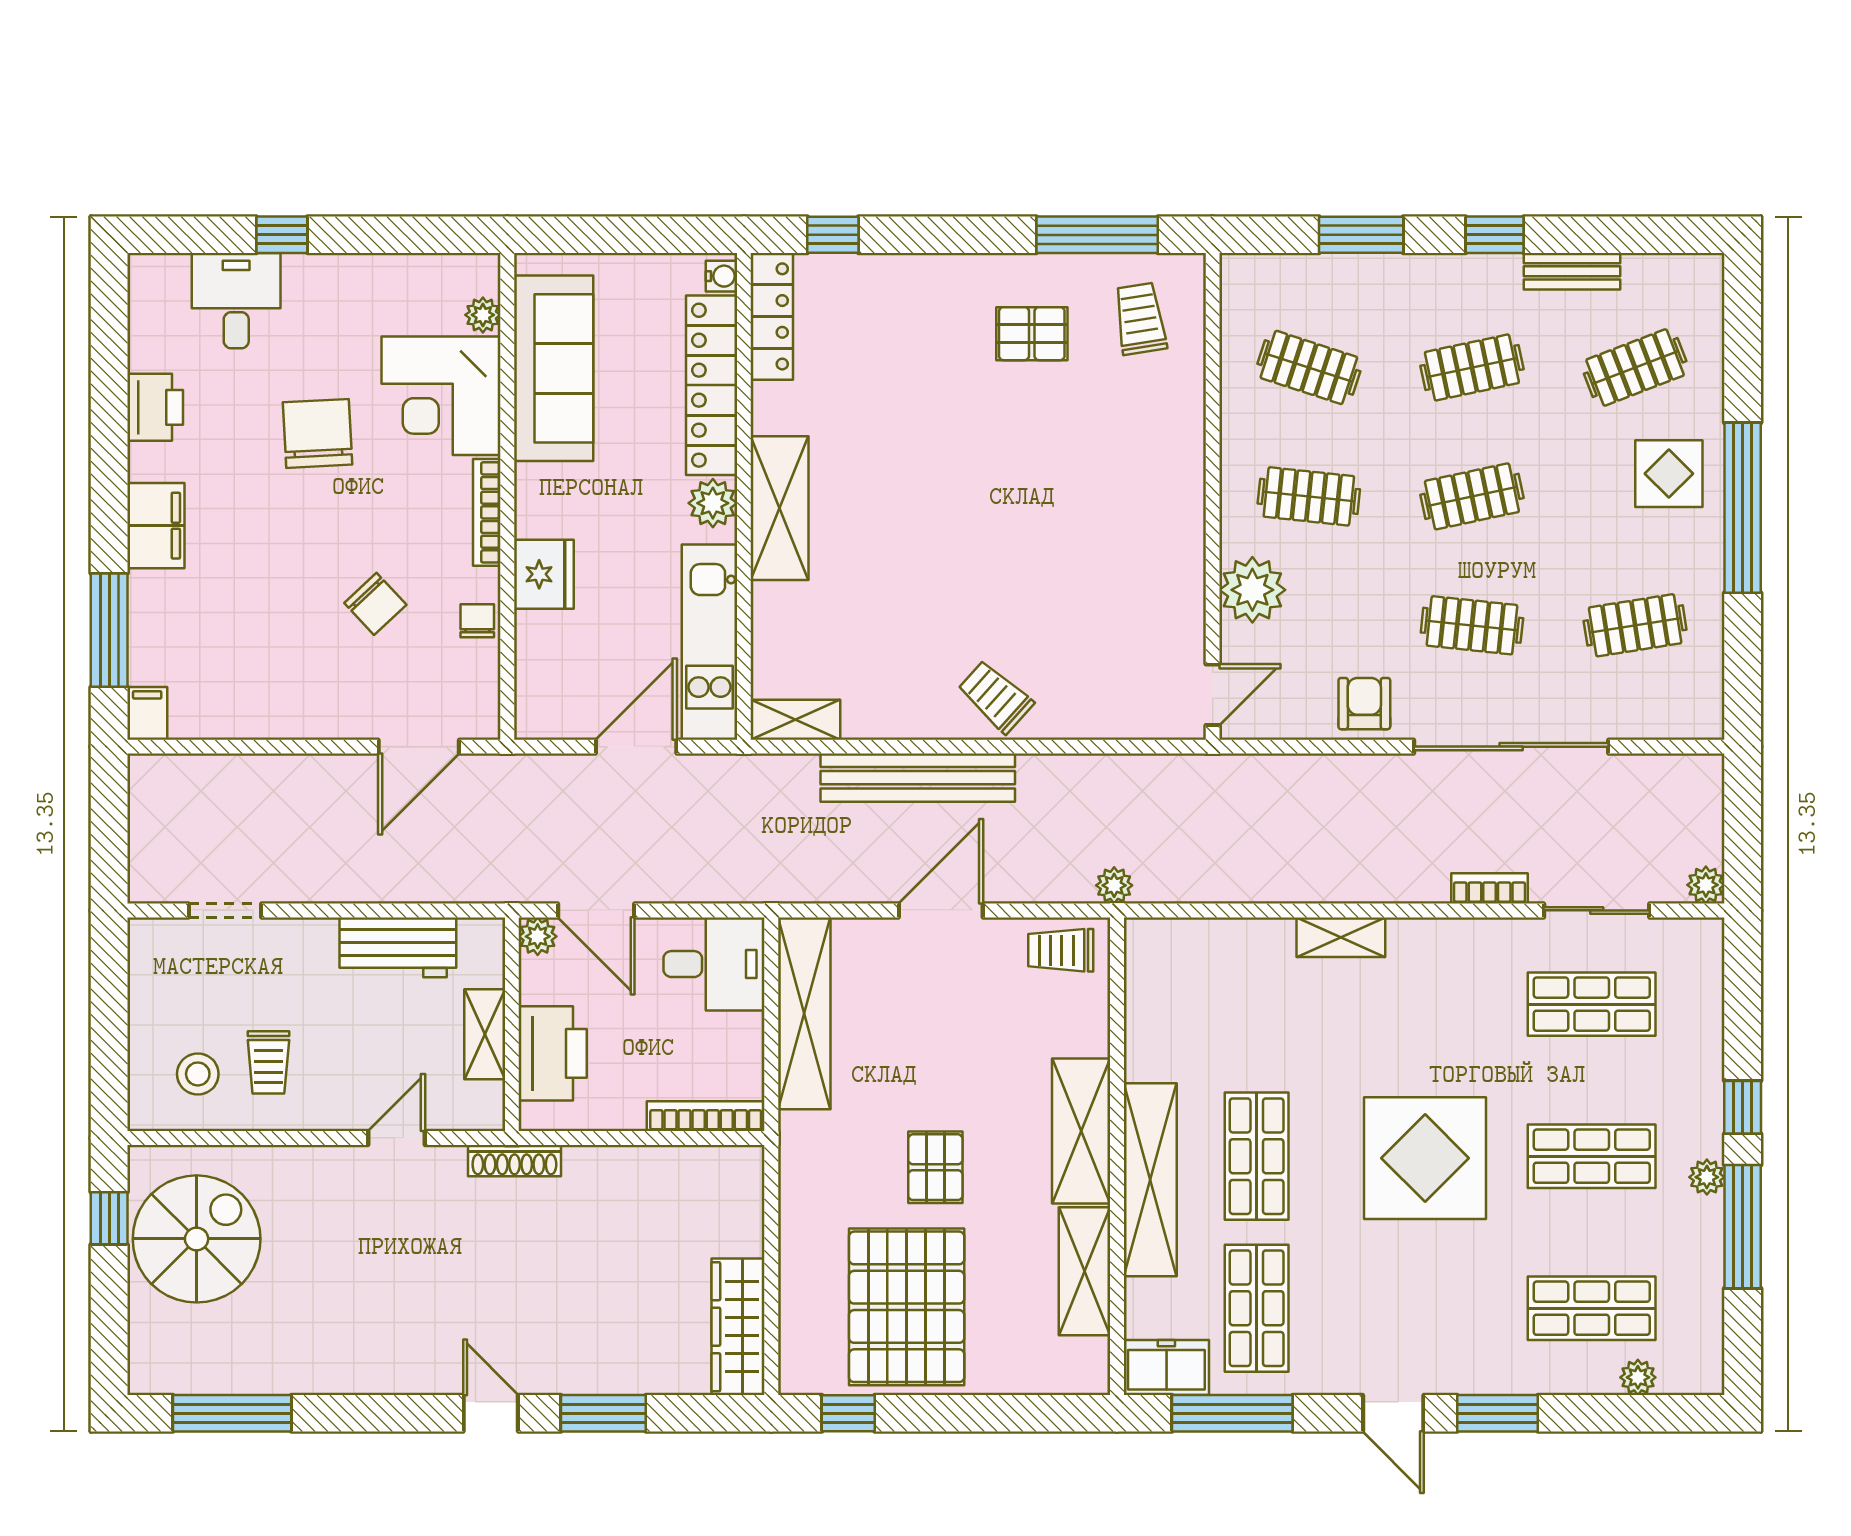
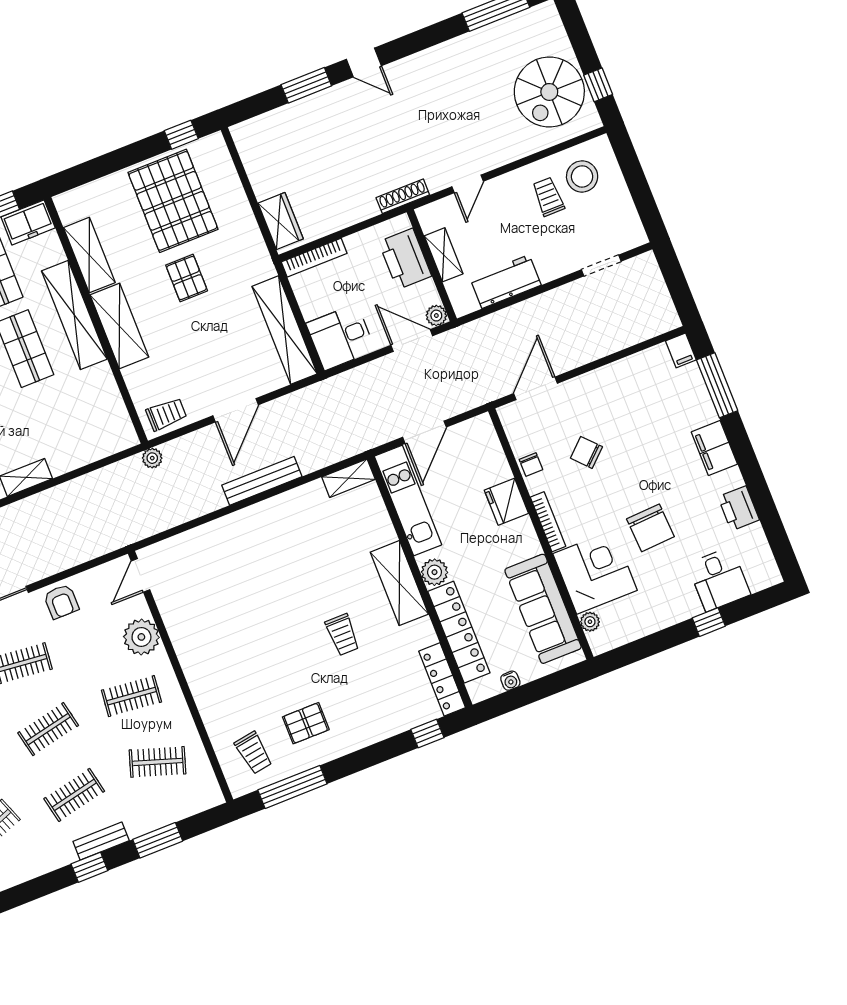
bench: (1572, 271) -> (101, 841), moved
water cooler: (722, 276) -> (510, 681), moved, turned -90
trolley: (996, 697) -> (342, 635), moved, turned 48
bench: (918, 778) -> (262, 481), width x0.73, depth x0.82
stool: (198, 1074) -> (582, 176), width x1.38, depth x1.38
wardrobe: (738, 1327) -> (281, 221), moved, width x0.67

